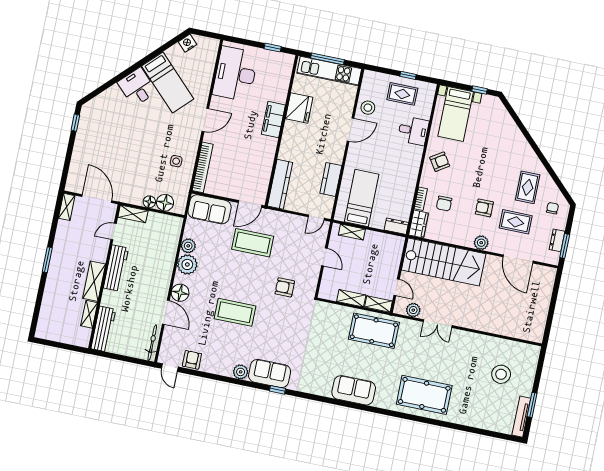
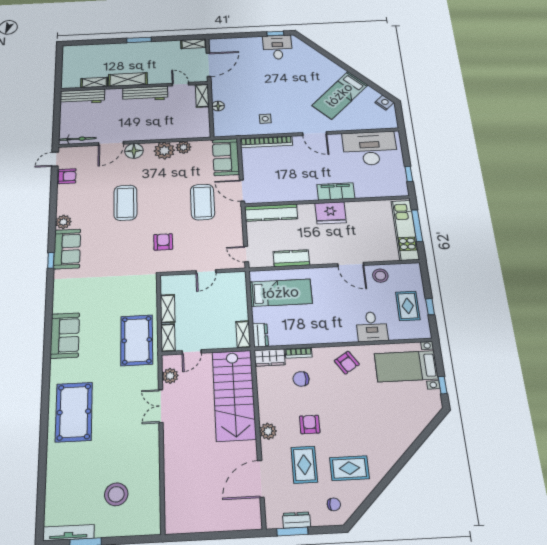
desk: (137, 87) -> (278, 47), moved, turned -45
fridge: (299, 108) -> (331, 213), moved
floor lamp: (165, 203) -> (221, 119), removed
shelving: (352, 232) -> (243, 334), moved

